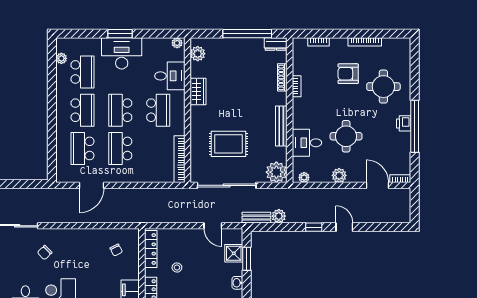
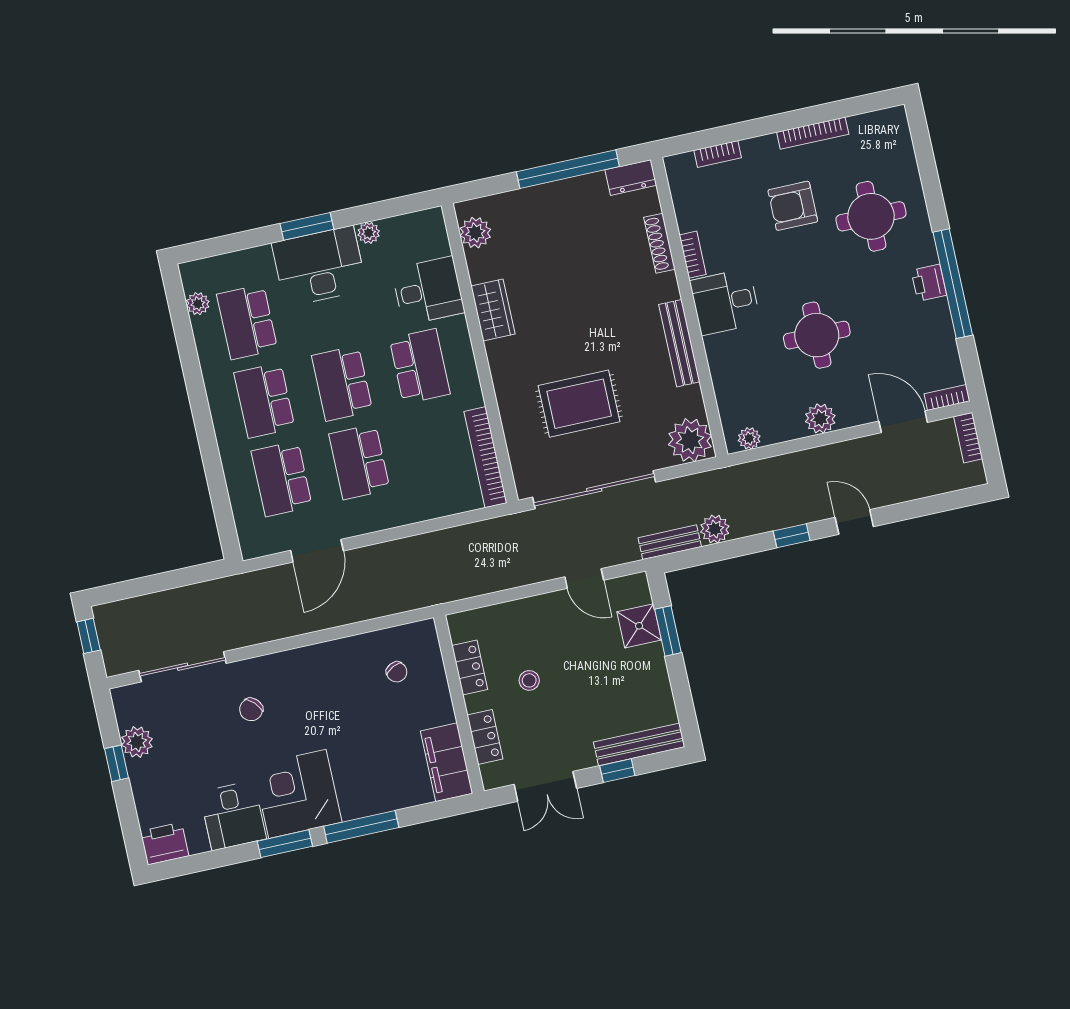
plant: (177, 43) -> (369, 233), moved
school desk: (82, 72) -> (247, 322), turned 180
school desk: (82, 110) -> (264, 400), turned 180
desk: (307, 143) -> (725, 302), moved
bookcase: (406, 199) -> (968, 438), added
locker: (151, 249) -> (470, 667), width x0.66
washbasin: (237, 283) -> (660, 685), removed

